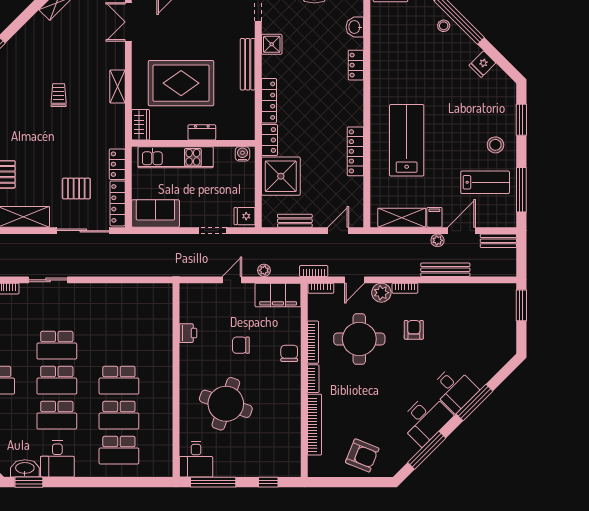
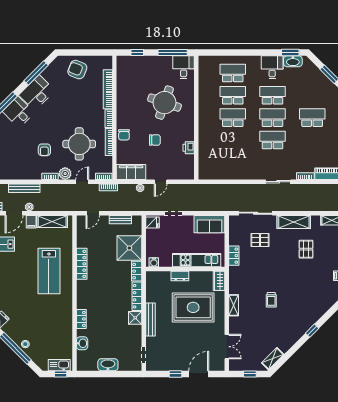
shower: (272, 44) -> (135, 318), moved
locker: (118, 203) -> (234, 231), removed

